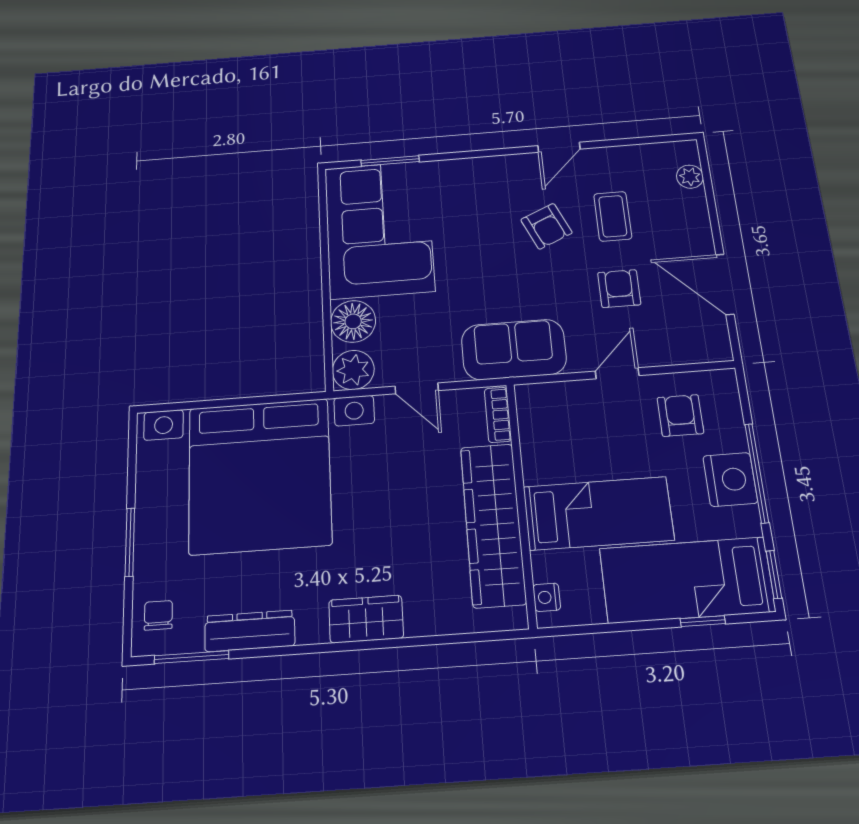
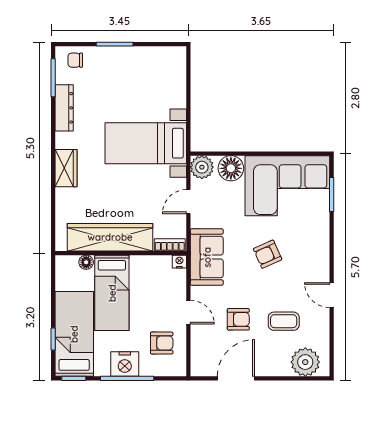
plant: (690, 177) -> (305, 362), width x1.88, depth x1.88
armchair: (546, 226) -> (268, 254), moved
bed with nightstands: (259, 475) -> (146, 143), width x0.54
floor lamp: (545, 567) -> (86, 262), added
nightstand: (547, 597) -> (179, 262), moved
chair: (158, 615) -> (75, 60), turned 180

